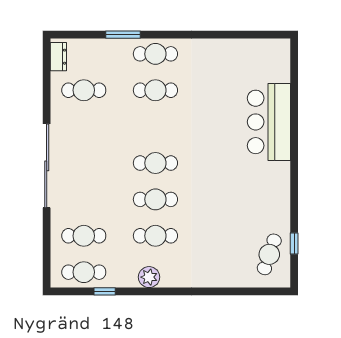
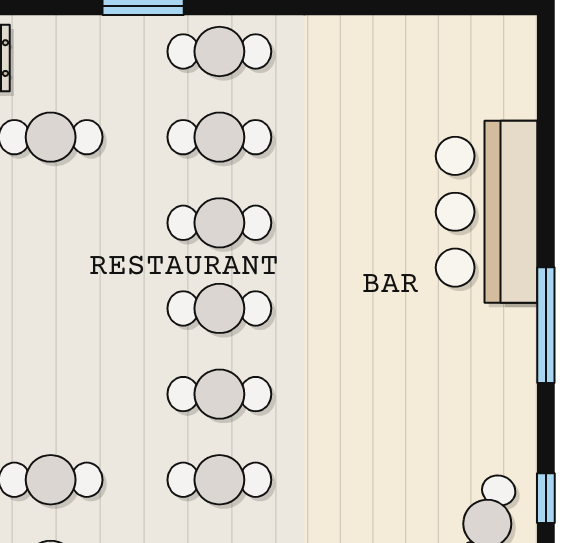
cafe table: (155, 127) -> (219, 223), added
window: (294, 170) -> (546, 325), added

